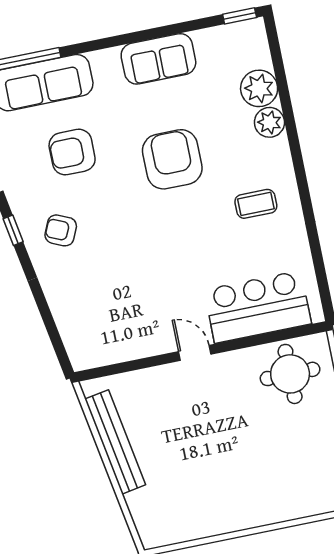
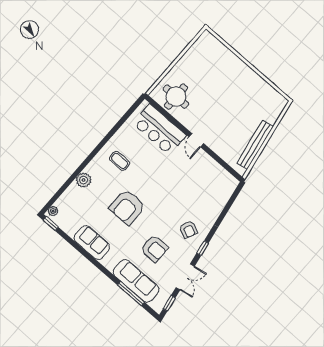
plant: (259, 88) -> (53, 211), moved, width x0.53, depth x0.53

